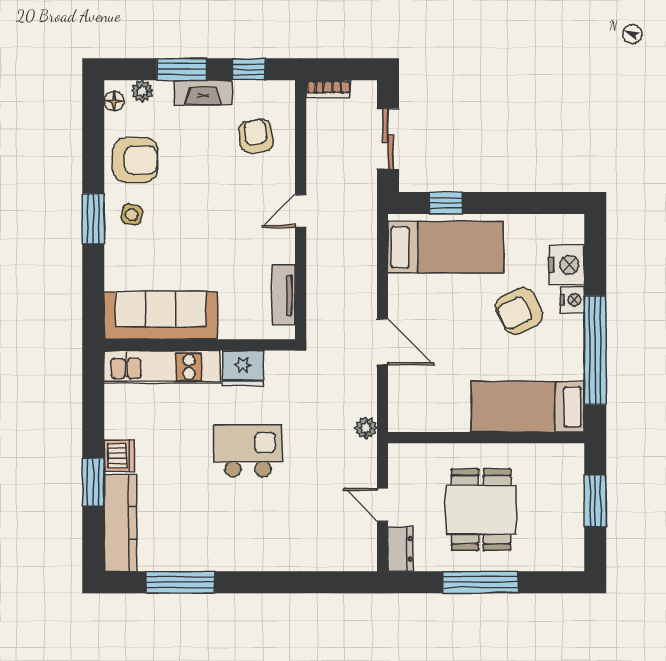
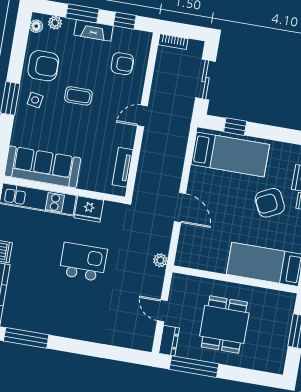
armchair: (256, 136) -> (122, 64), turned 98
coffee table: (197, 197) -> (78, 96), added
window: (481, 582) -> (194, 367), moved

